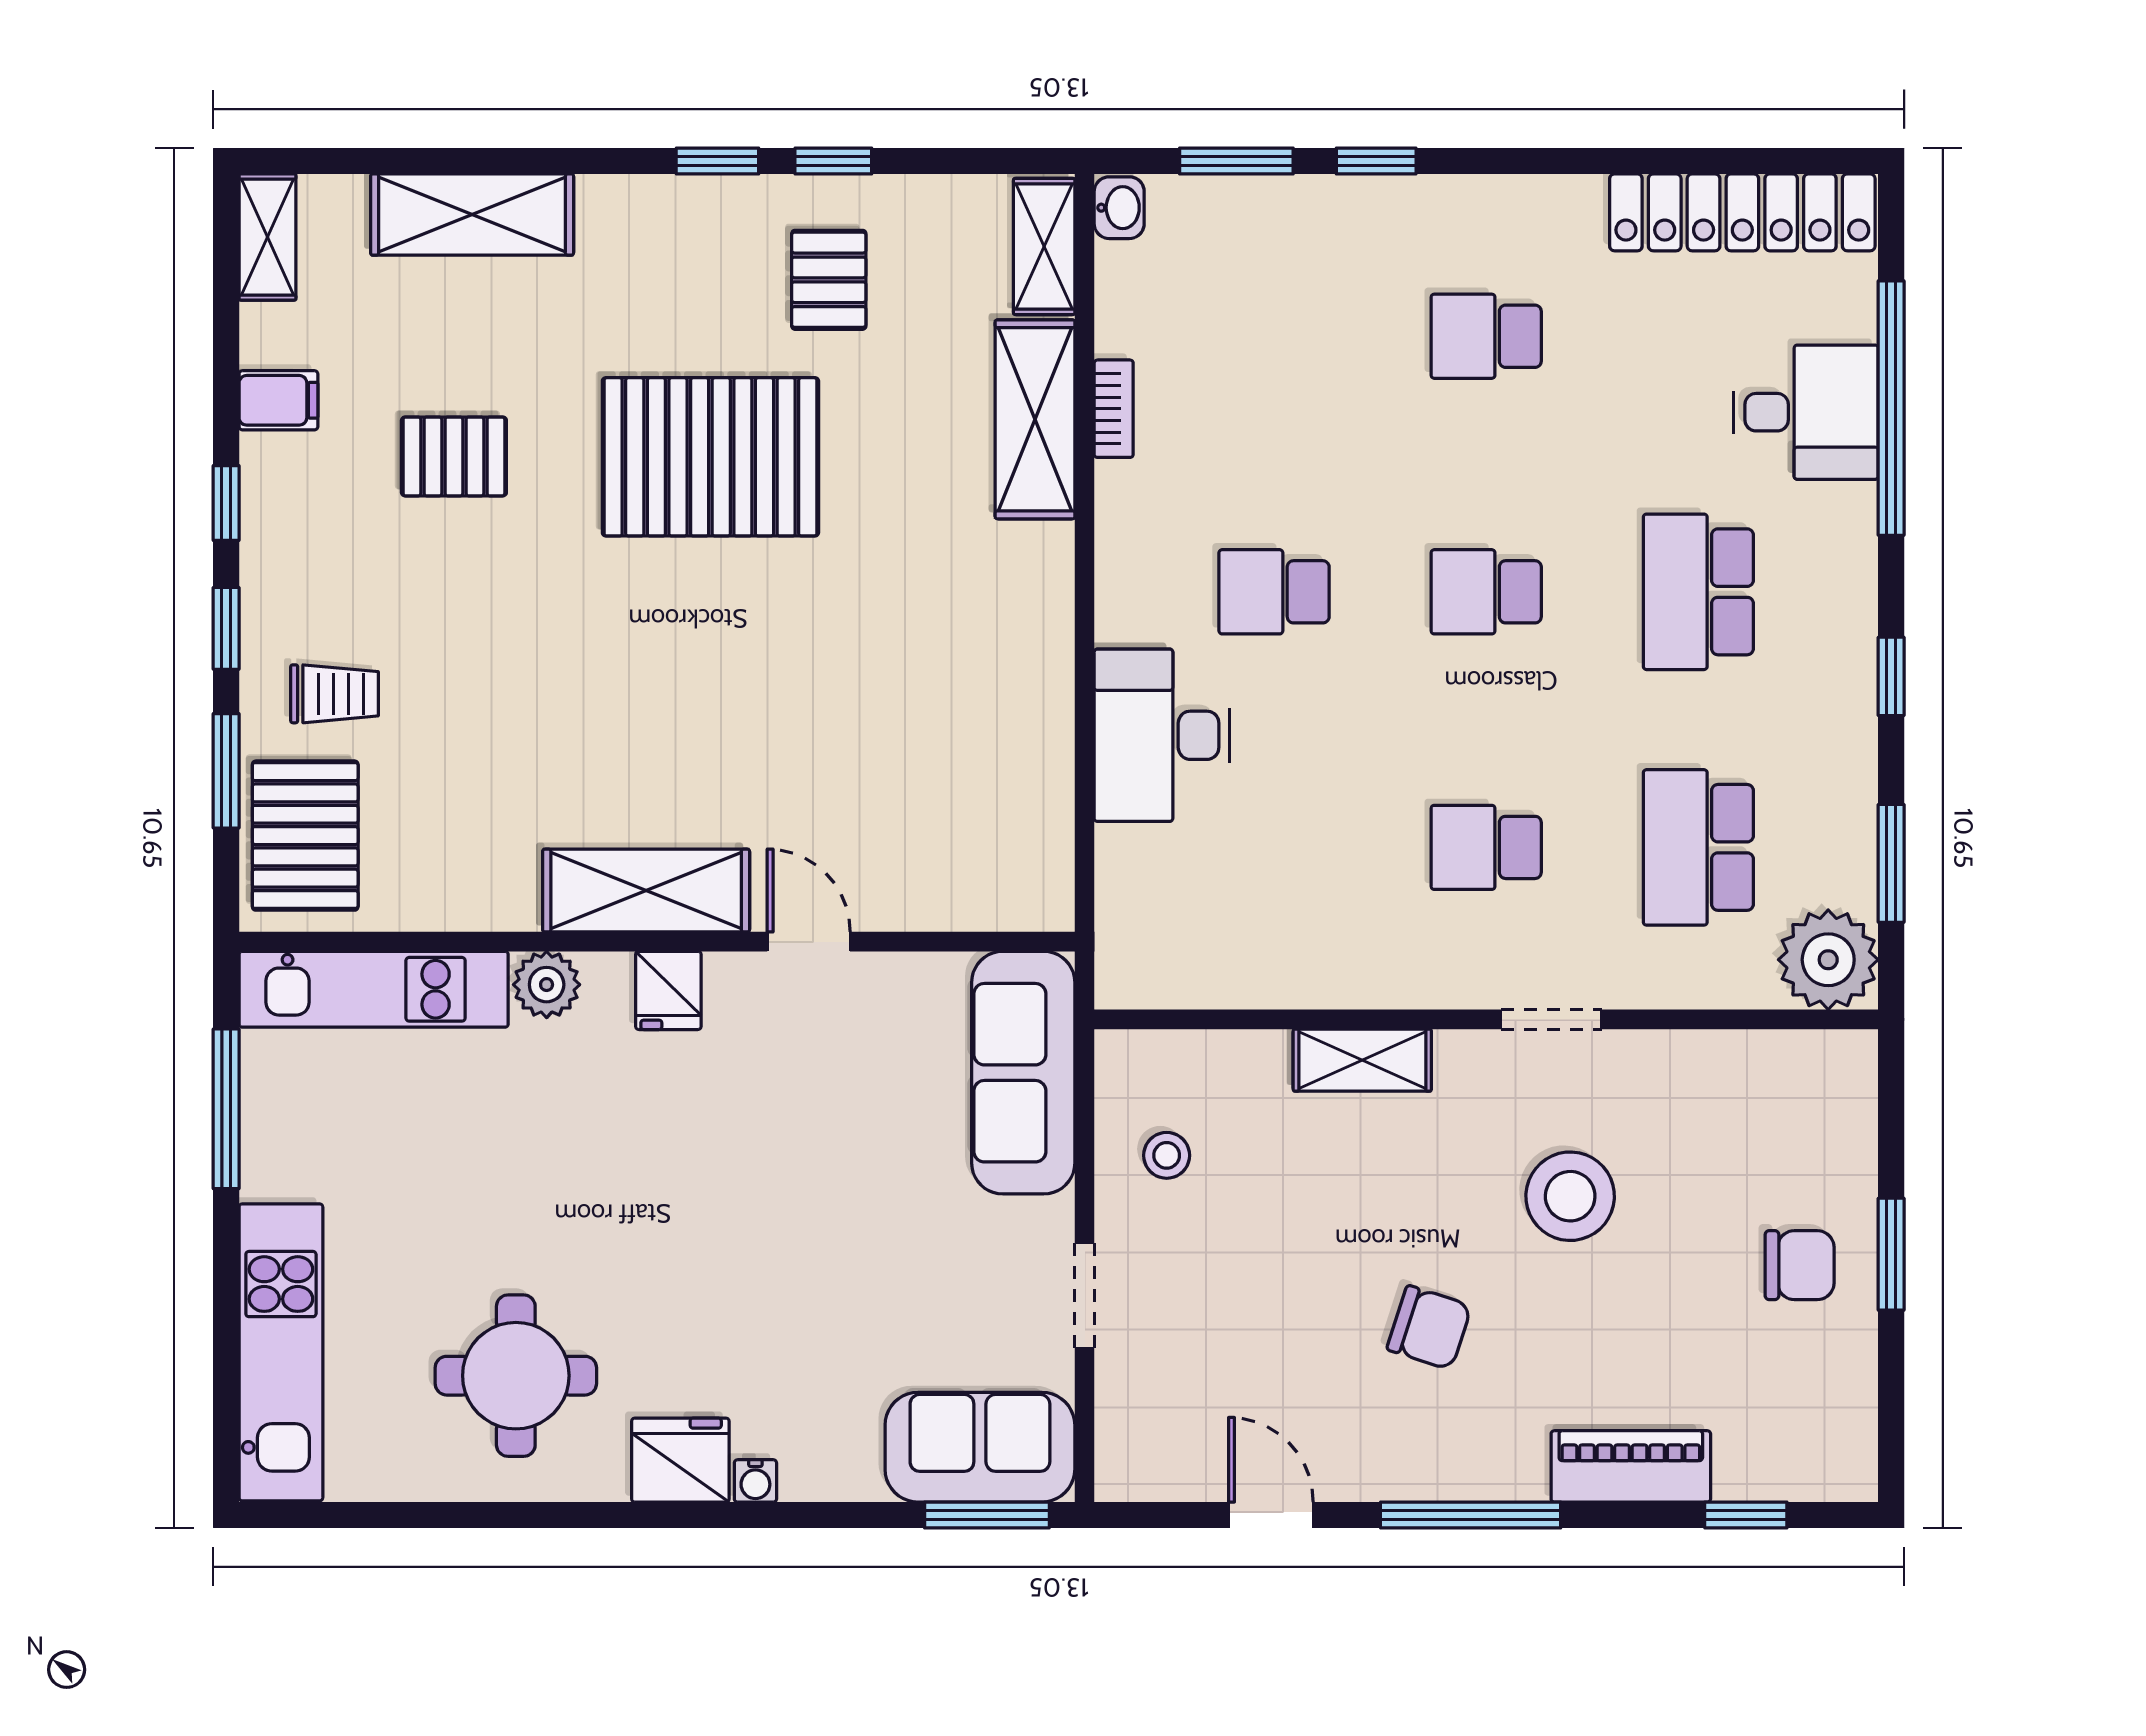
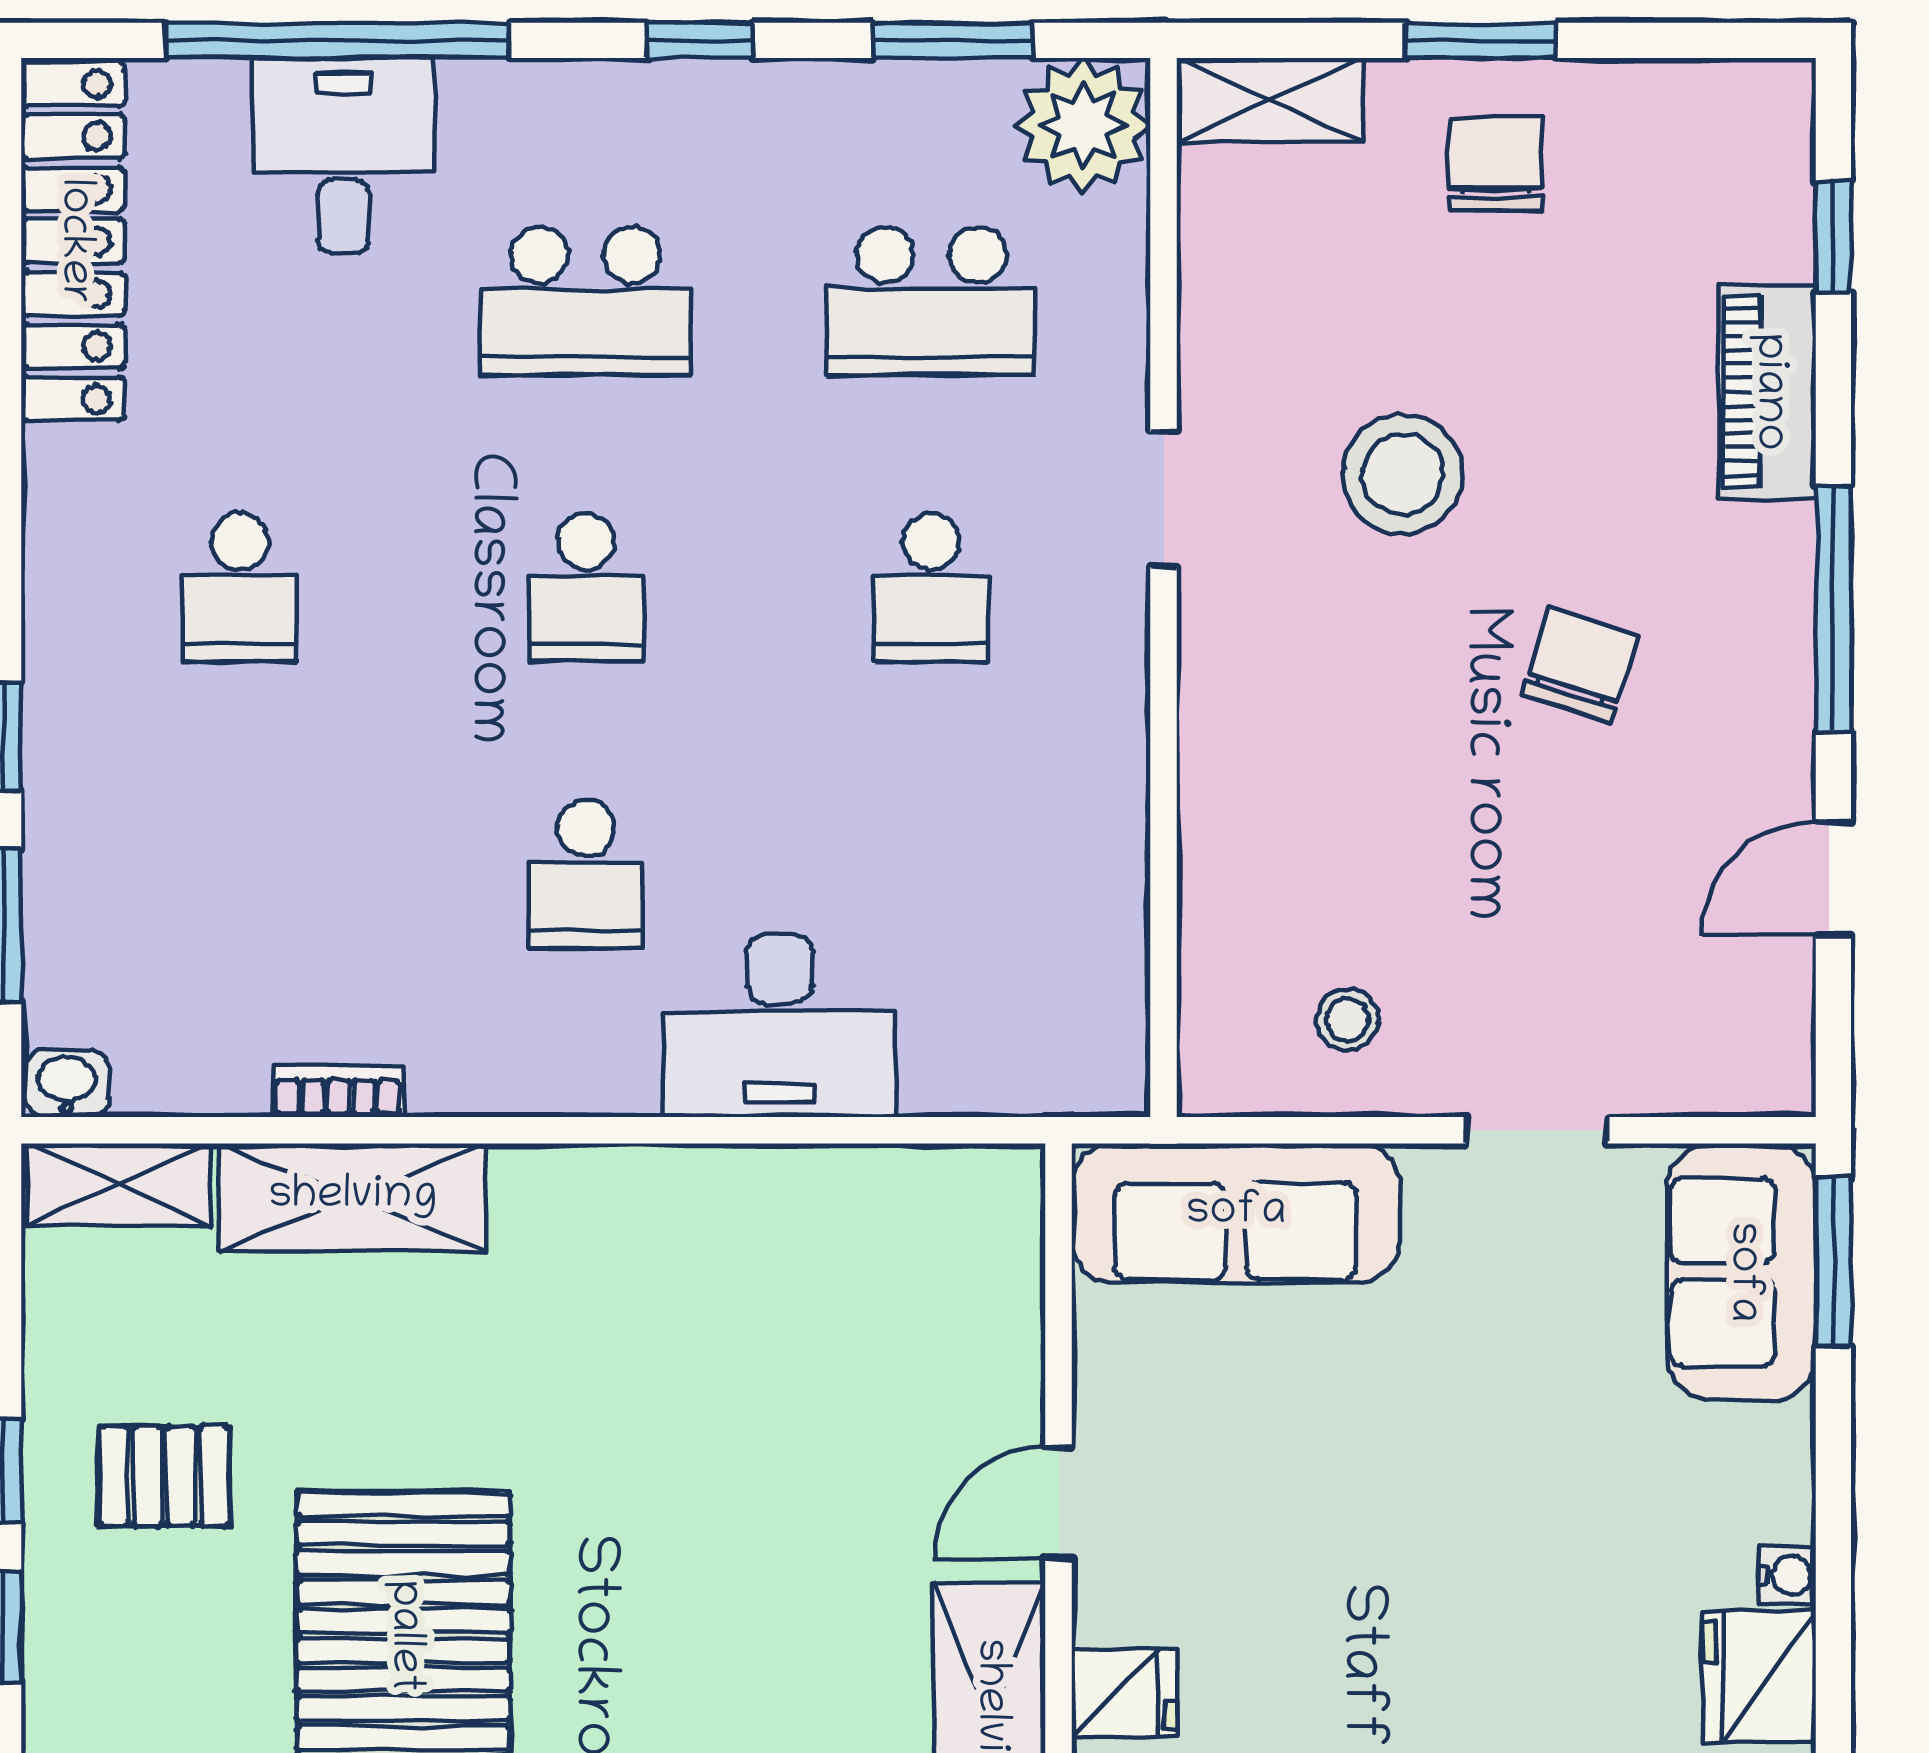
shelving: (1362, 1060) -> (1270, 100), moved, turned 90

